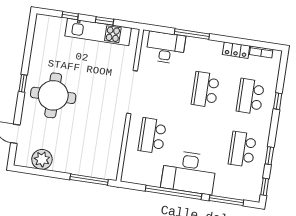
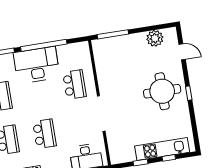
kitchen unit: (98, 32) -> (162, 149), moved

